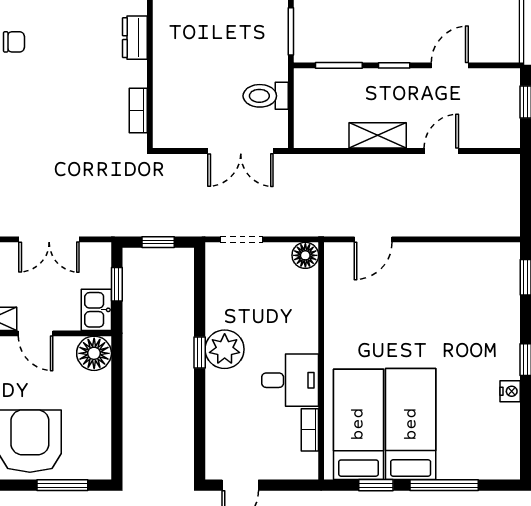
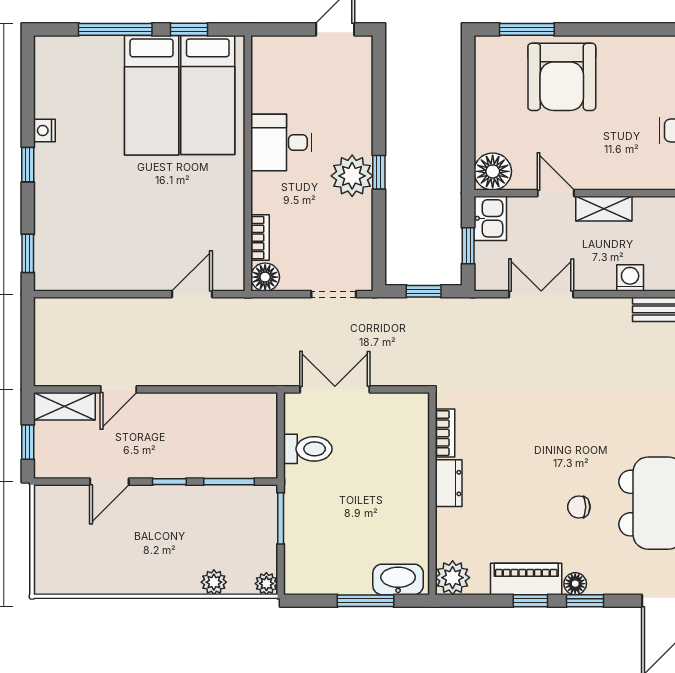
dresser: (135, 38) -> (449, 483), moved
shelving: (378, 135) -> (64, 406), moved
bookcase: (310, 430) -> (260, 238), moved

